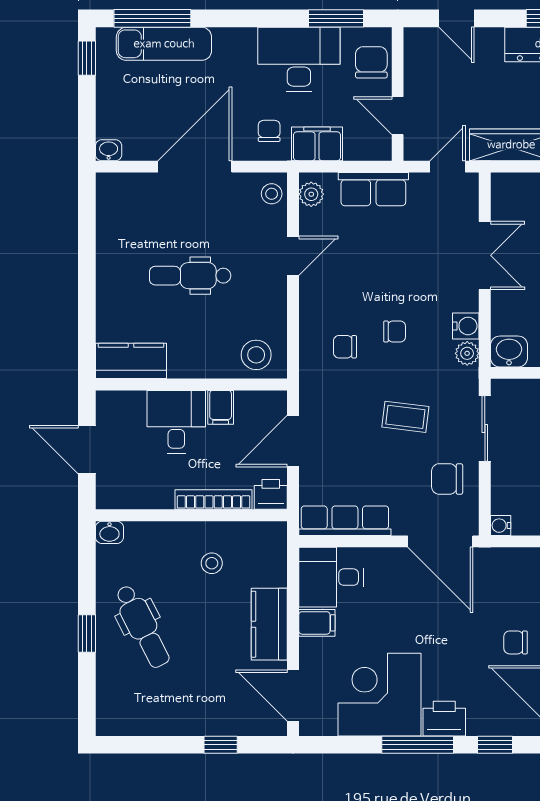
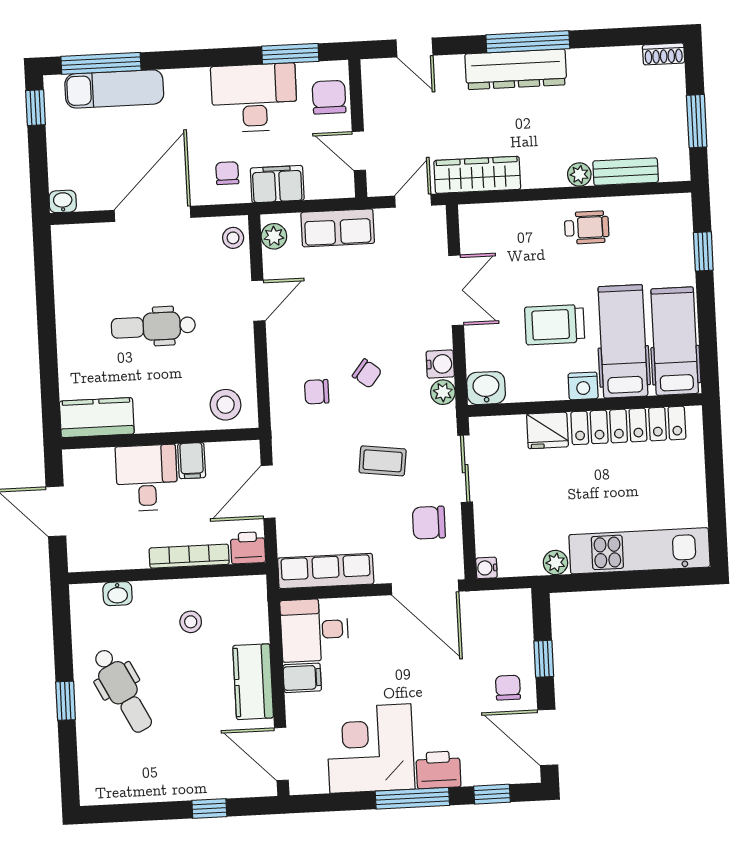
chair: (395, 331) -> (367, 373), turned 38
washbasin: (109, 532) -> (118, 594), moved
chair: (516, 642) -> (508, 688), turned 90

